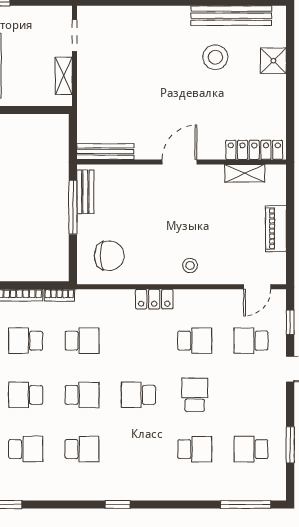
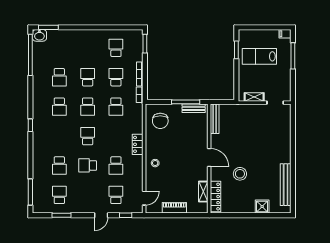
stool: (215, 57) -> (240, 174), moved
door: (257, 287) -> (144, 198), swing flipped
school desk: (195, 395) -> (88, 165), turned 180

